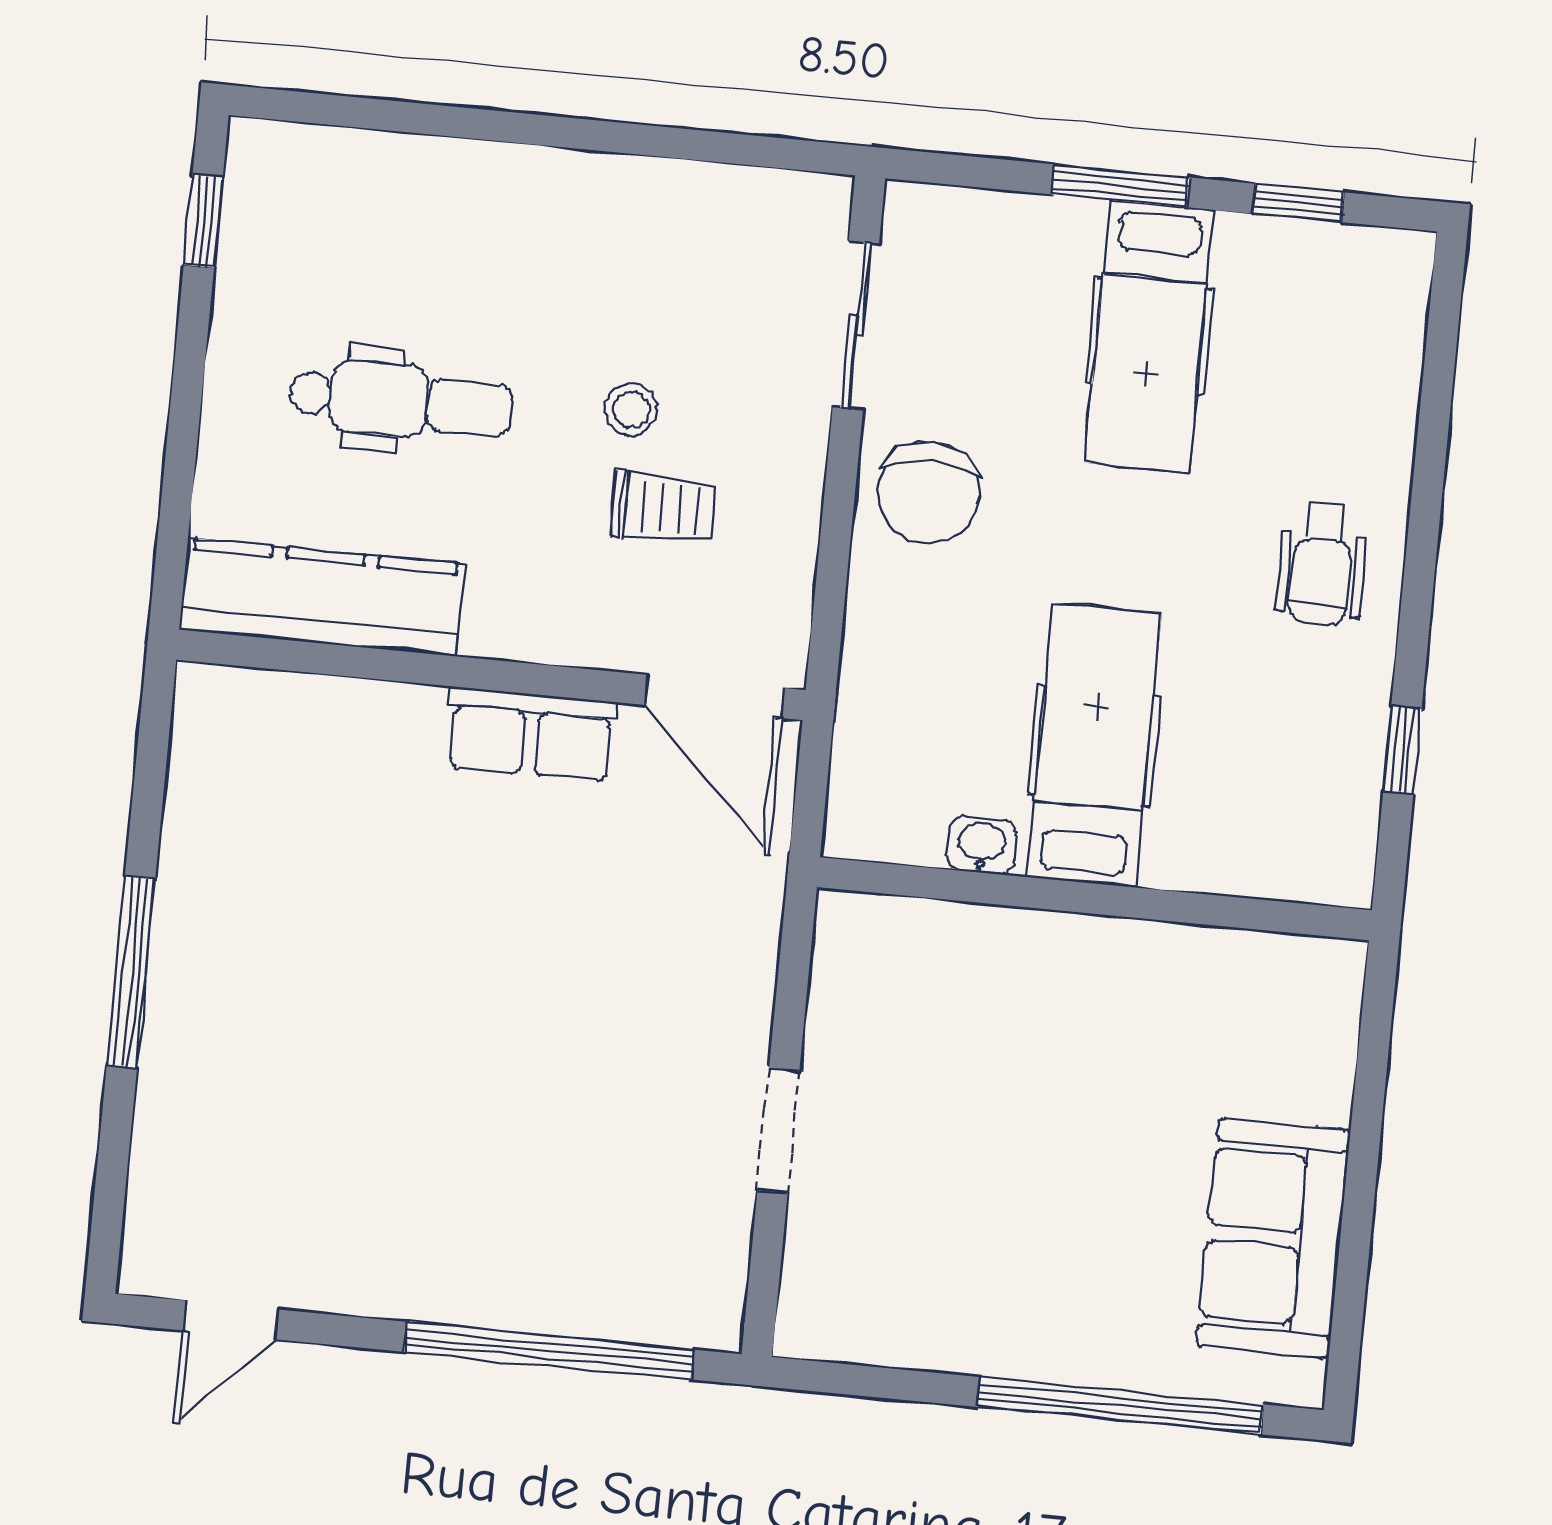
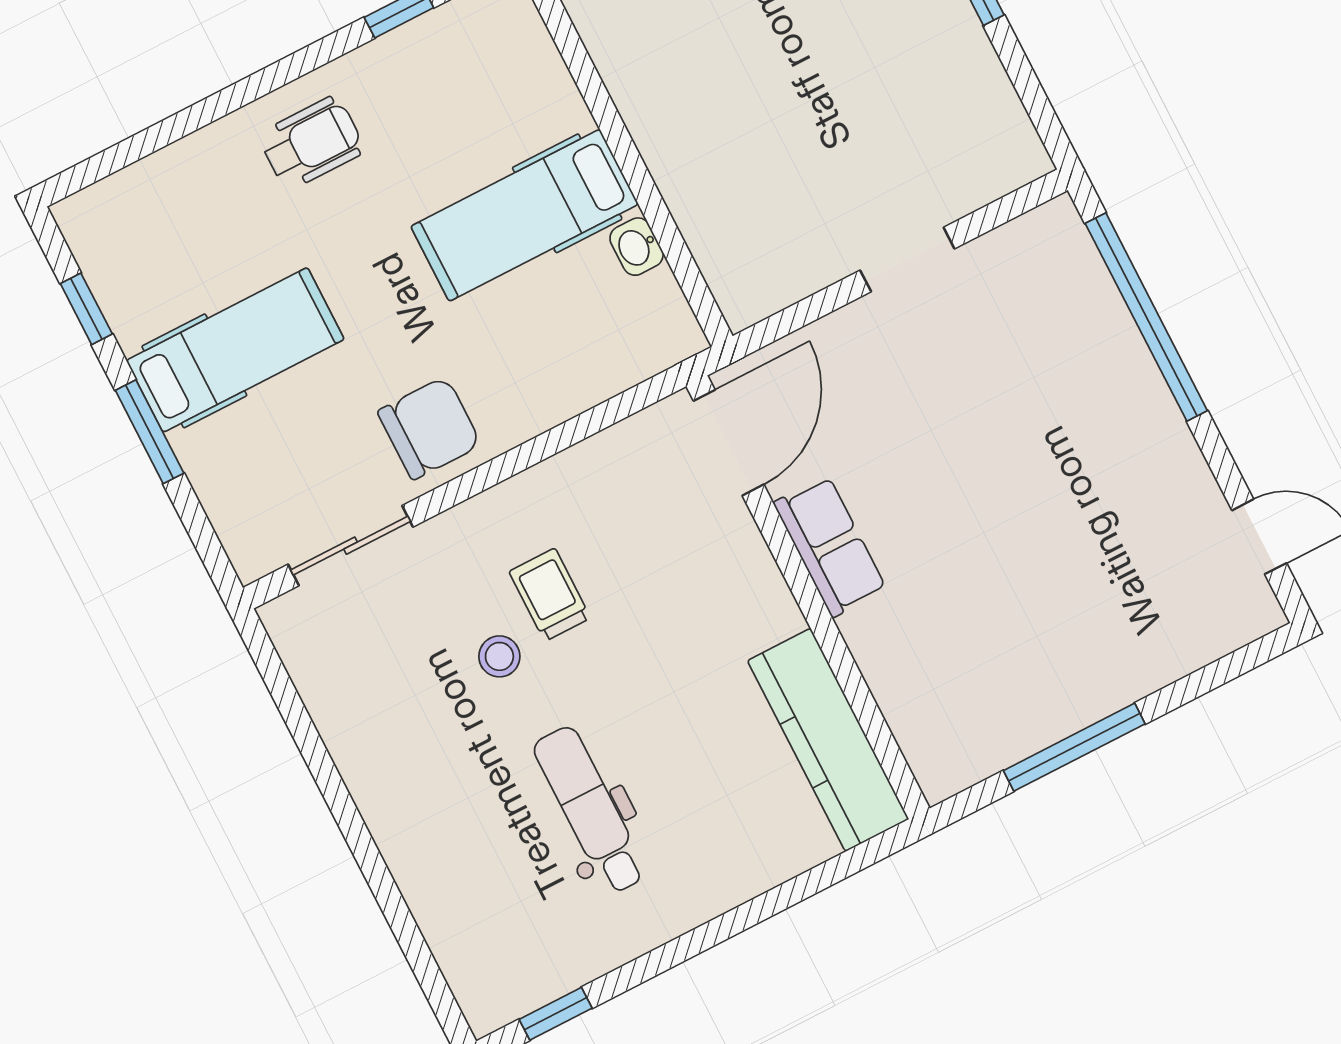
kitchen counter: (322, 597) -> (828, 740), moved
wall: (491, 675) -> (808, 597), moved
door: (715, 696) -> (729, 443), moved
row of seats: (531, 734) -> (830, 546), moved

